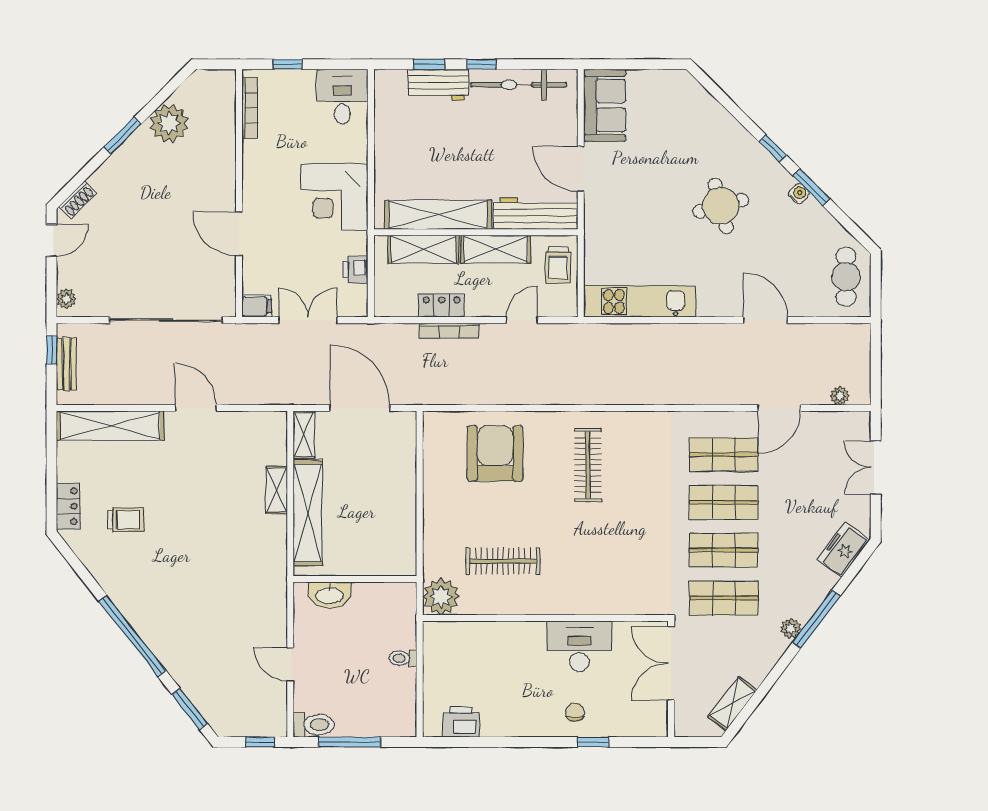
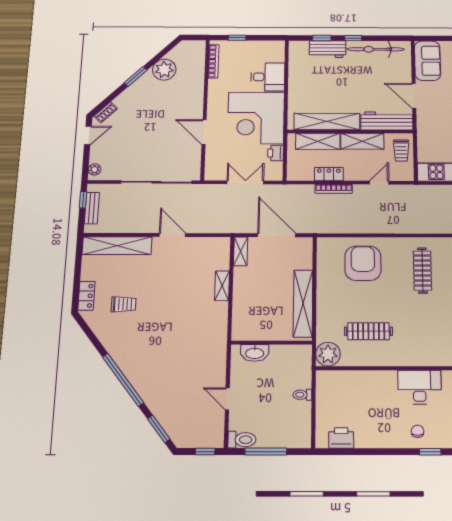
desk: (342, 97) -> (268, 77), moved, turned 90
corner desk: (334, 197) -> (256, 118), width x1.36, depth x1.36
filing cabinet: (257, 306) -> (213, 174), removed
shelving: (308, 513) -> (303, 303), moved

